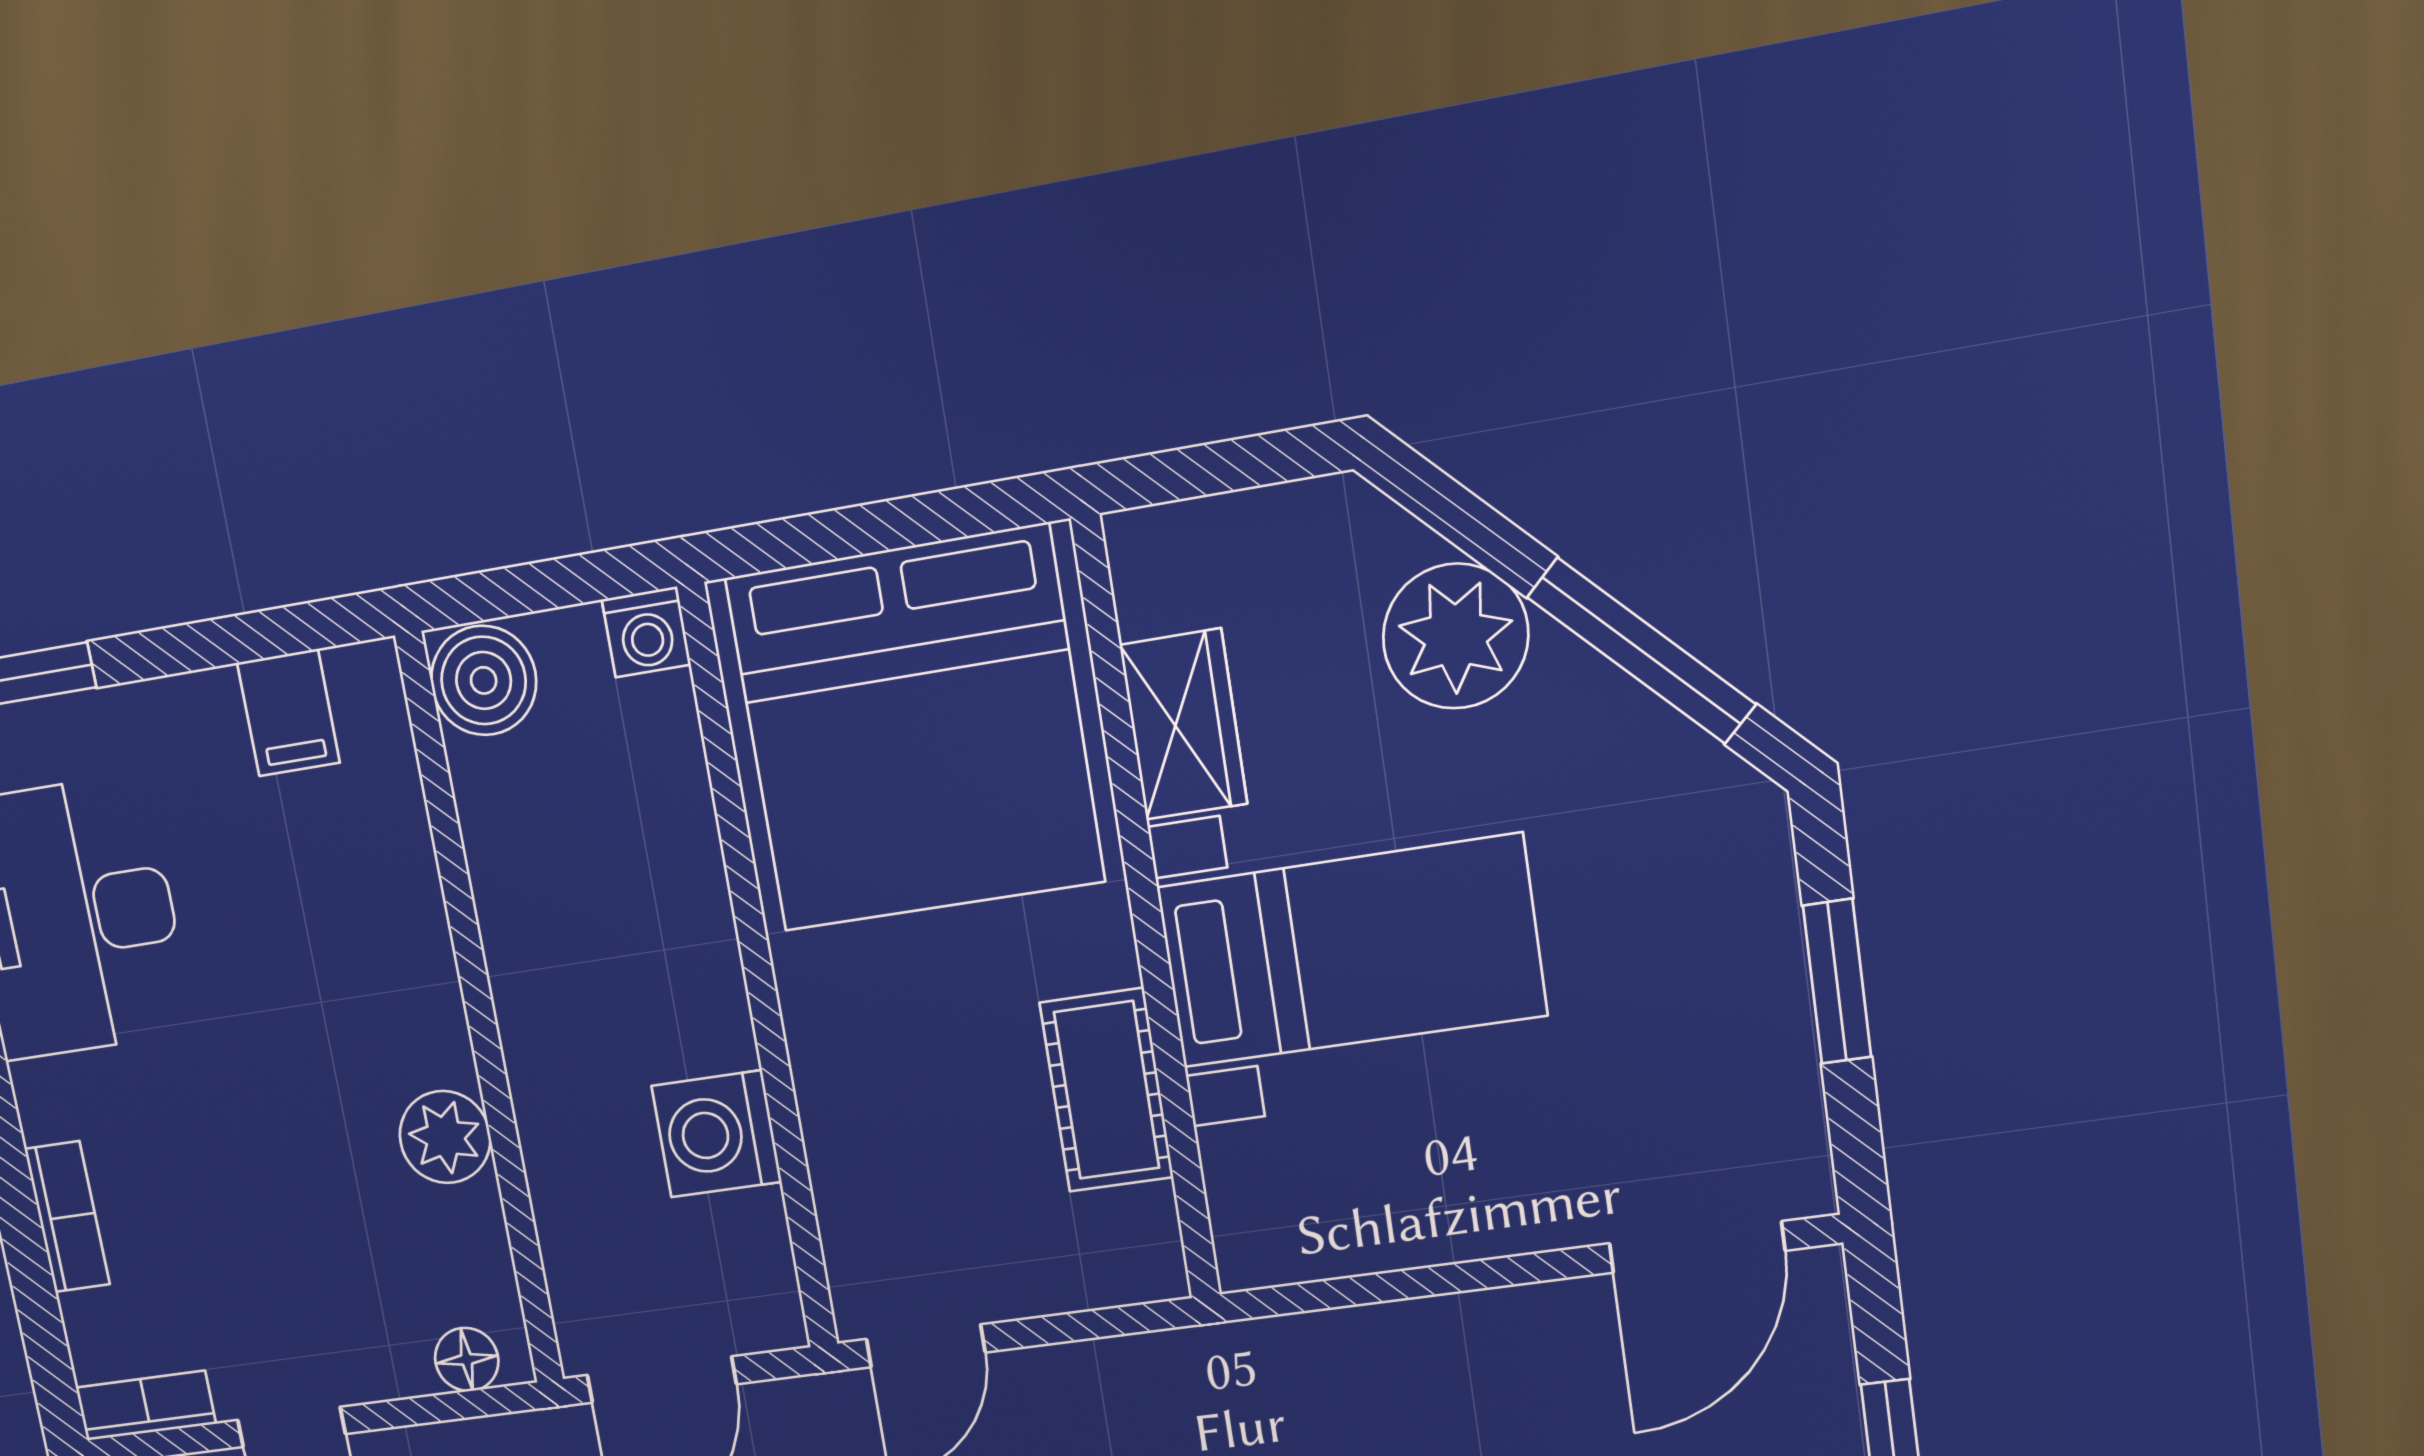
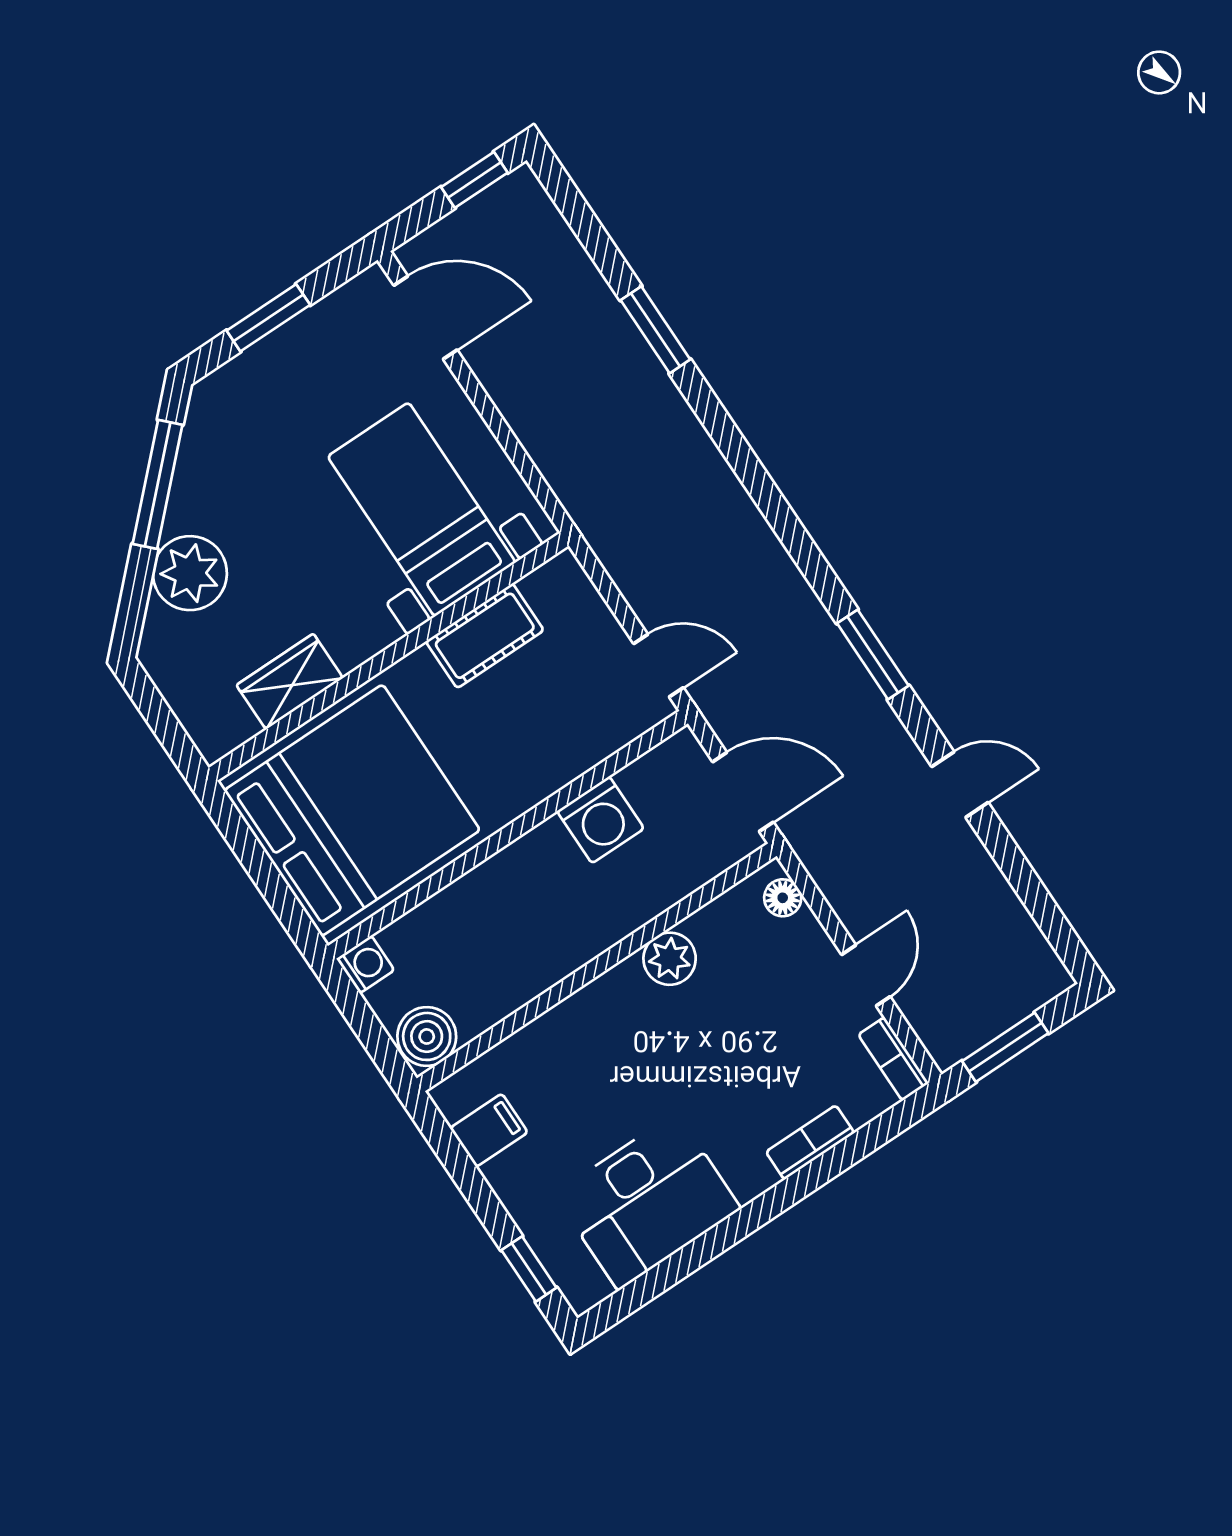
bed with nightstands: (1351, 951) -> (422, 509), moved

